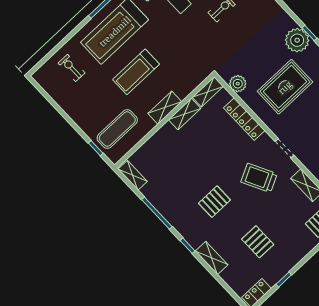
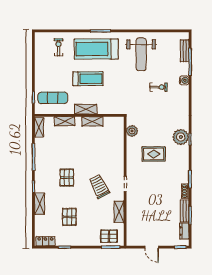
treadmill: (136, 72) -> (88, 79), turned 180
rug: (285, 87) -> (154, 154), width x0.73, depth x0.70
shelving: (208, 92) -> (65, 121), moved
locker: (244, 119) -> (119, 151), removed
pallet: (215, 202) -> (67, 178), turned 90

